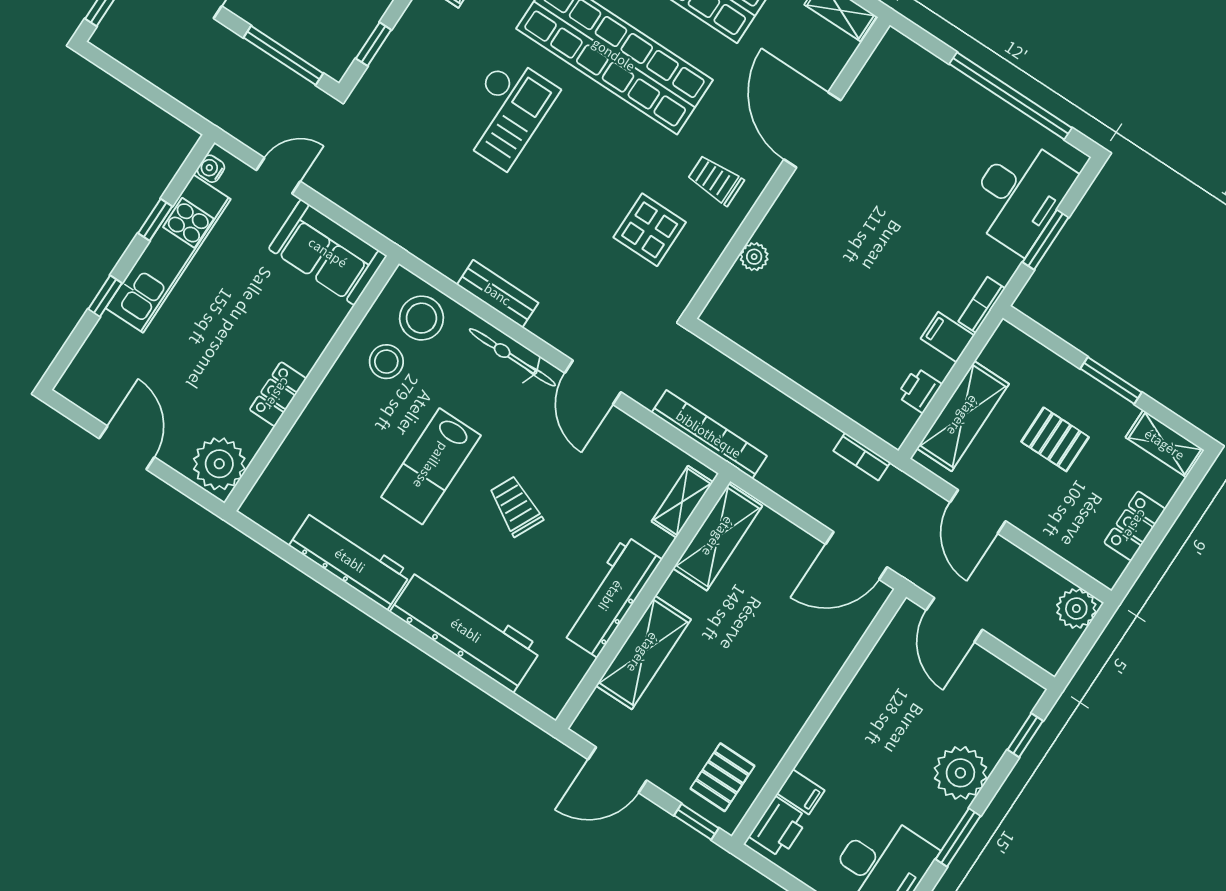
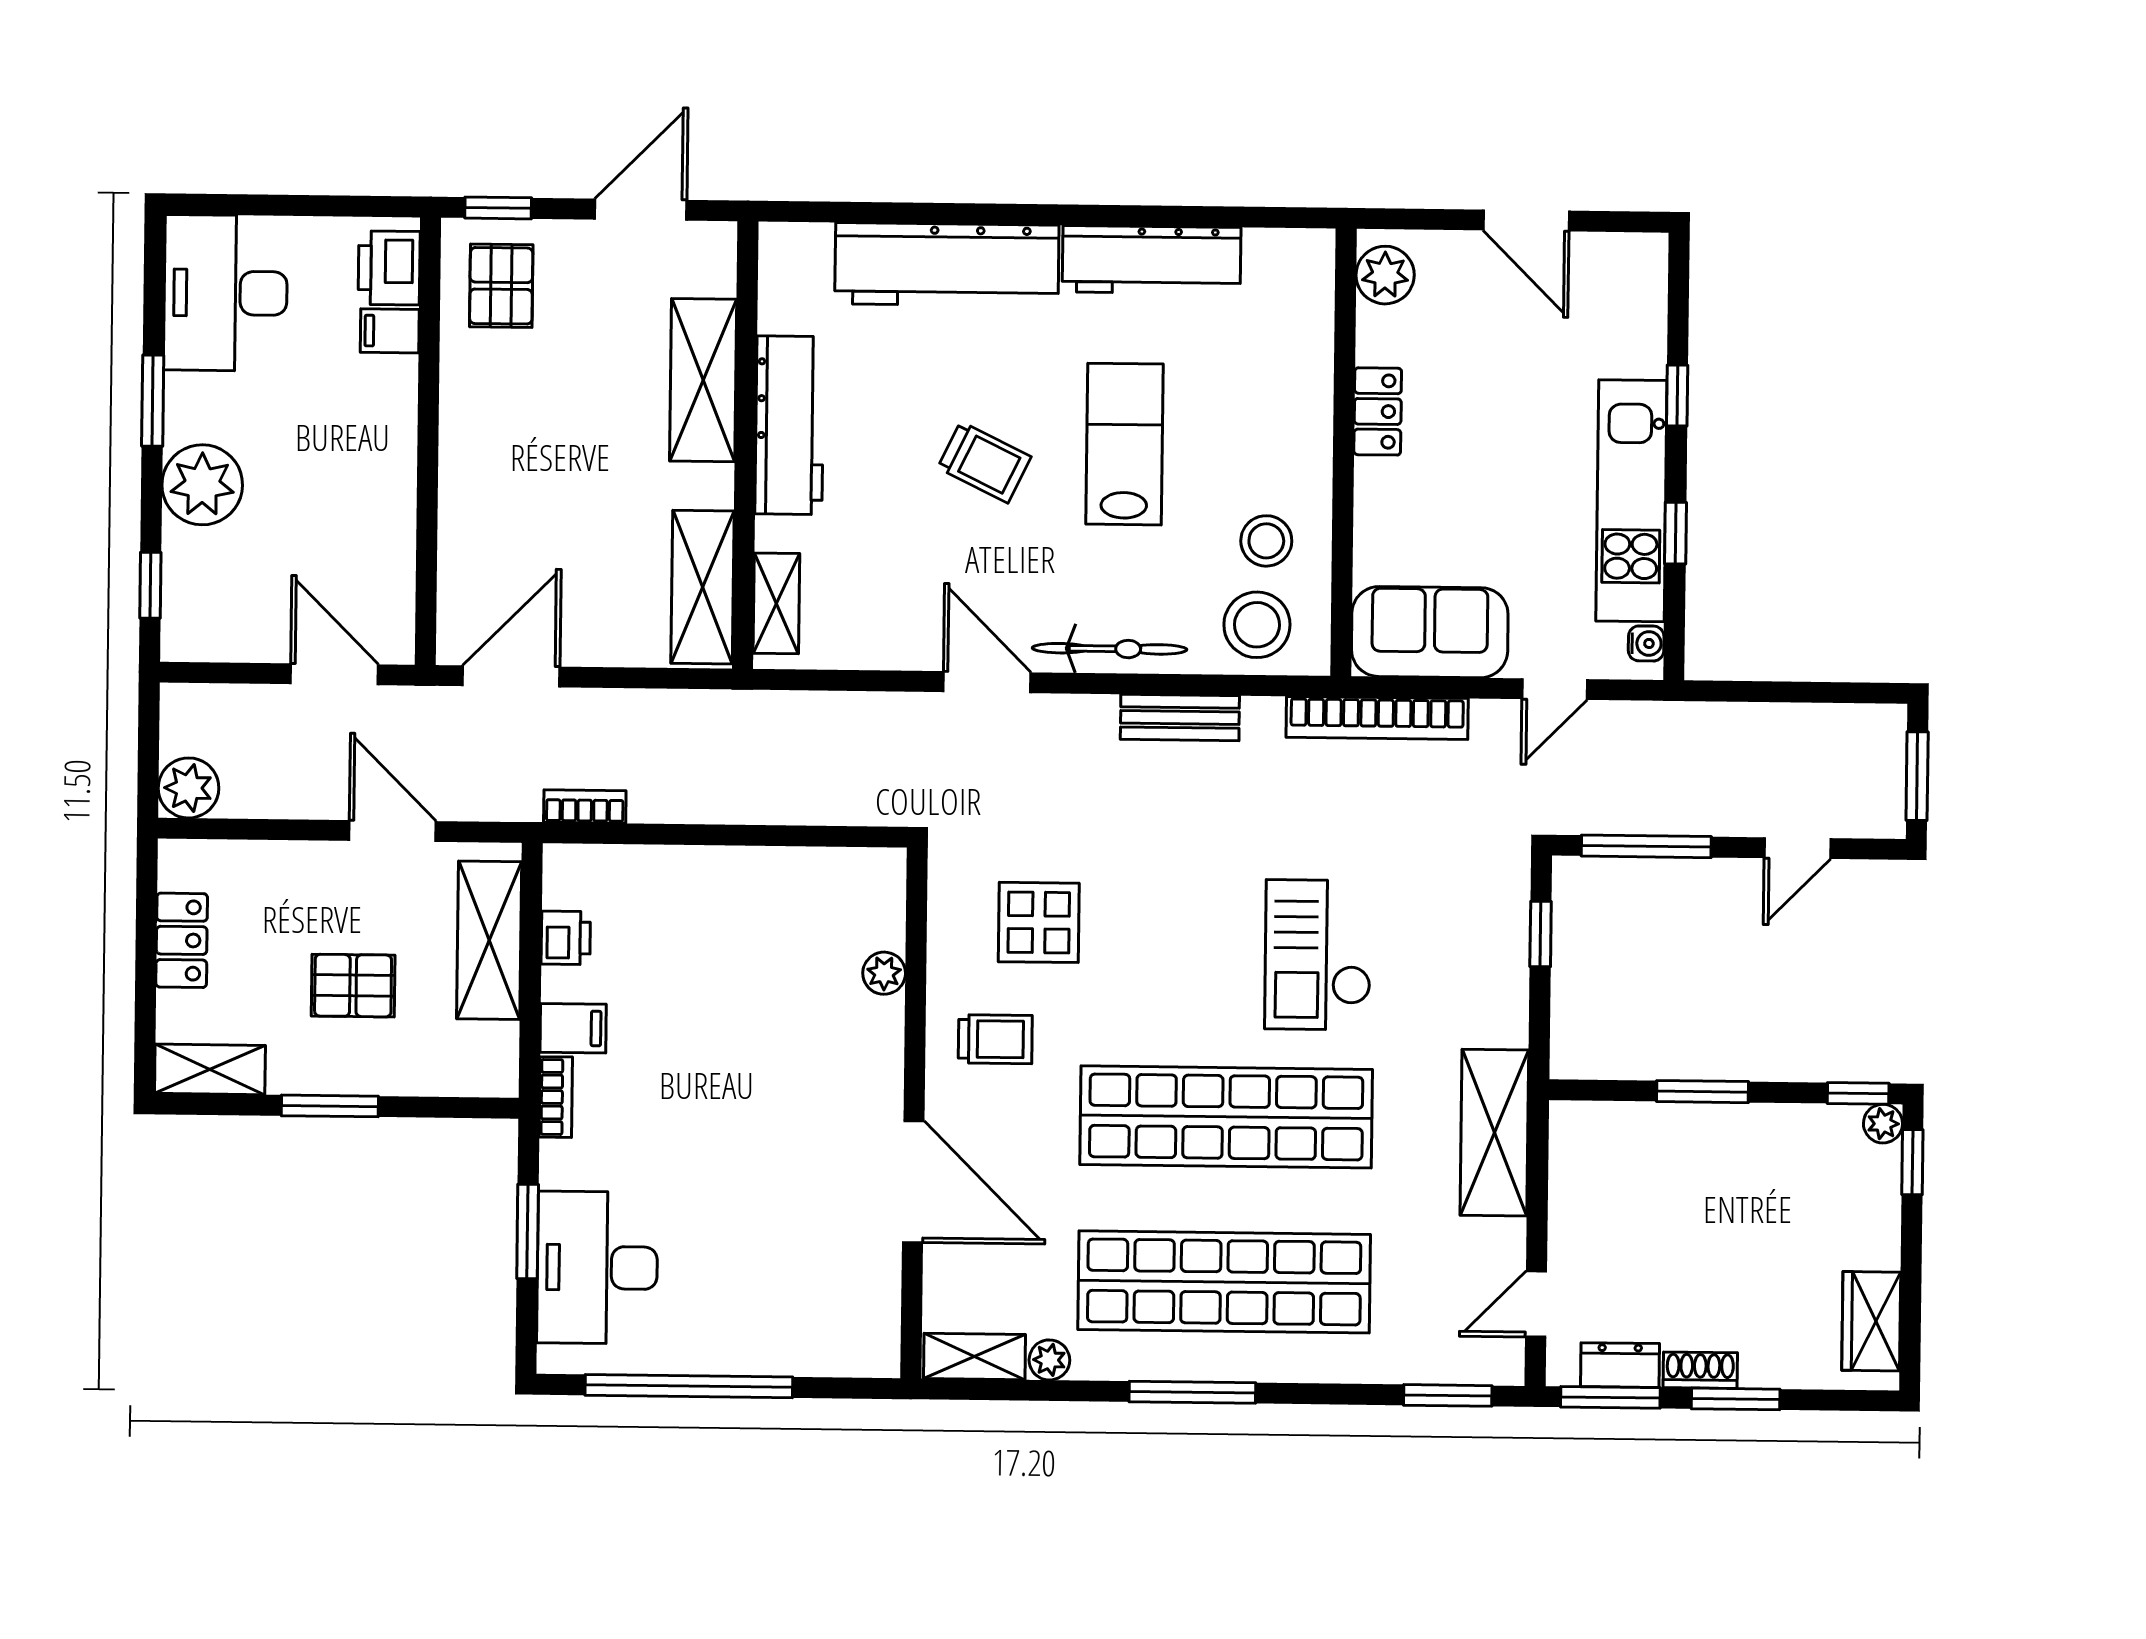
bookcase: (709, 434) -> (1377, 718), moved
plant: (219, 464) -> (1385, 275), width x0.73, depth x0.73

